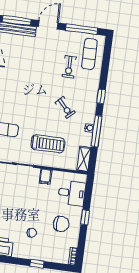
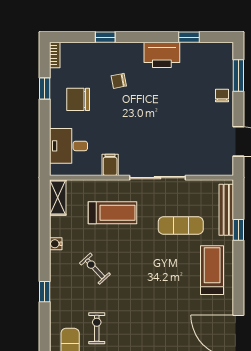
window: (97, 131) -> (45, 240), removed
treadmill: (48, 144) -> (113, 213), turned 180
window: (85, 217) -> (45, 89), moved

